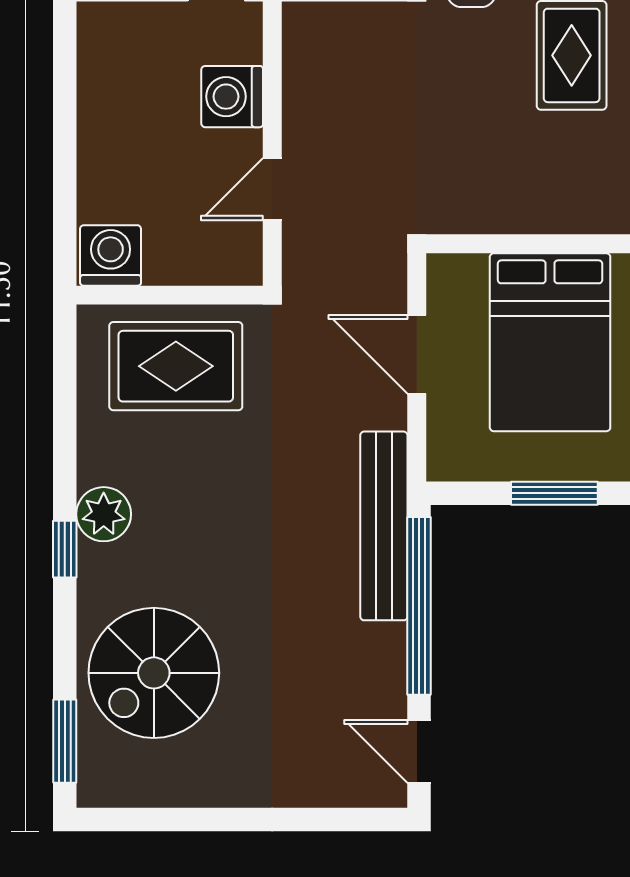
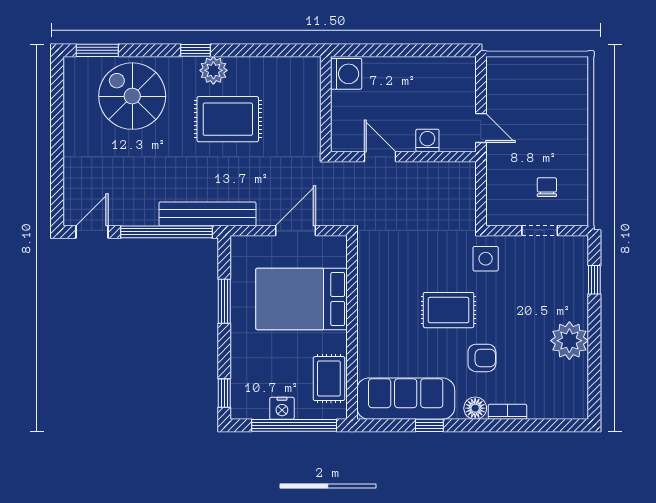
washing machine: (232, 97) -> (427, 140), width x0.73, depth x0.73
rug: (176, 366) -> (228, 119), moved, turned 90

